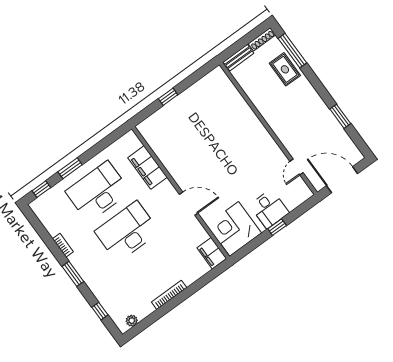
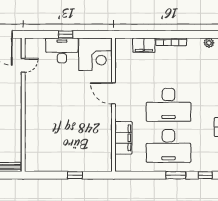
desk: (269, 209) -> (62, 50), width x1.37
filing cabinet: (212, 253) -> (144, 45), moved, turned 90

